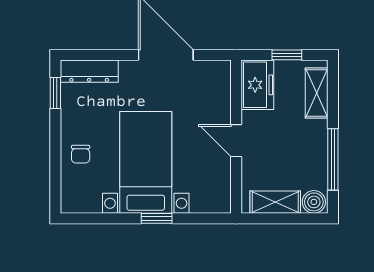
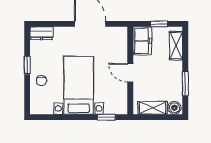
dresser: (89, 71) -> (41, 33), width x0.70
window: (55, 93) -> (27, 65), moved
window: (333, 159) -> (185, 83), width x0.69
window: (157, 218) -> (106, 117), moved

